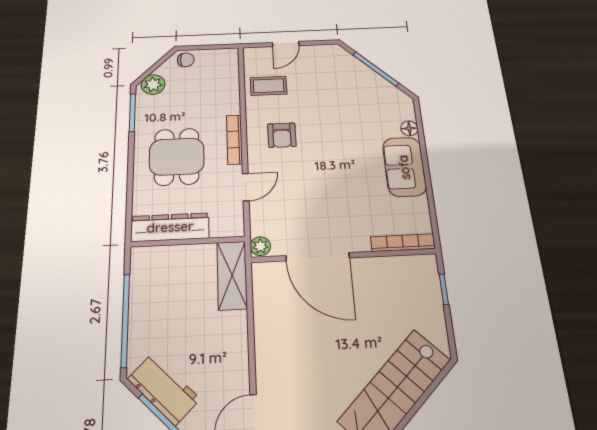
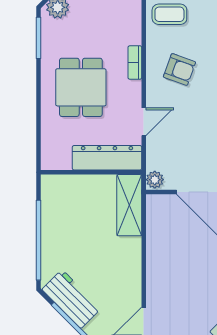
armchair: (282, 135) -> (179, 69), turned -70
bookcase: (234, 140) -> (135, 63), width x0.64
dresser: (170, 227) -> (107, 158), moved

